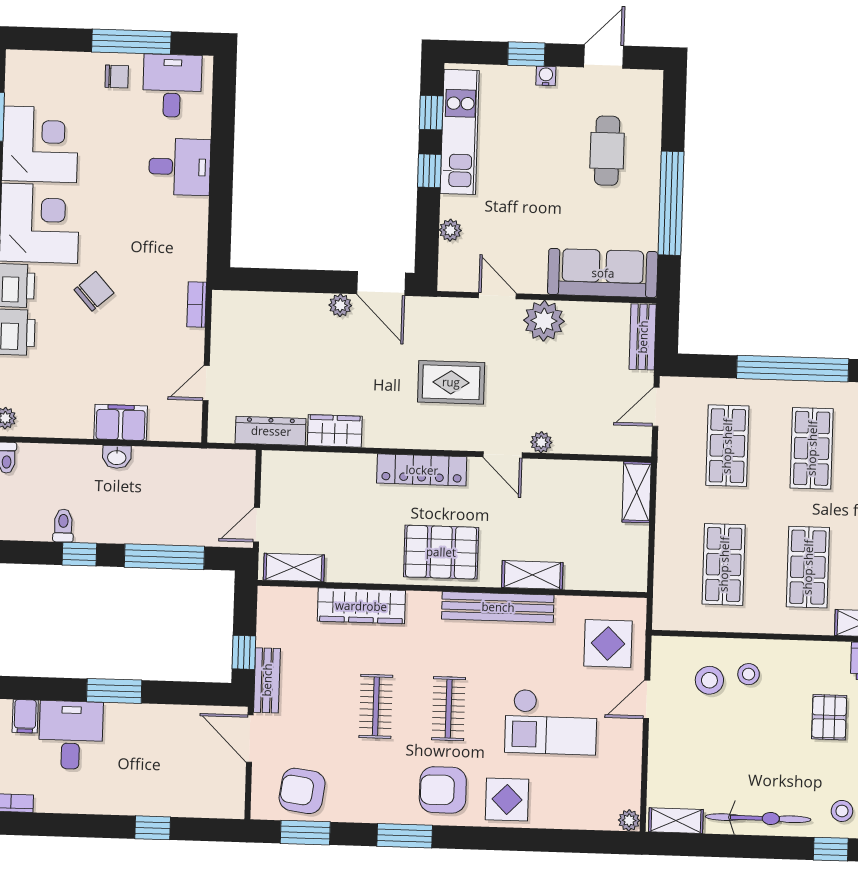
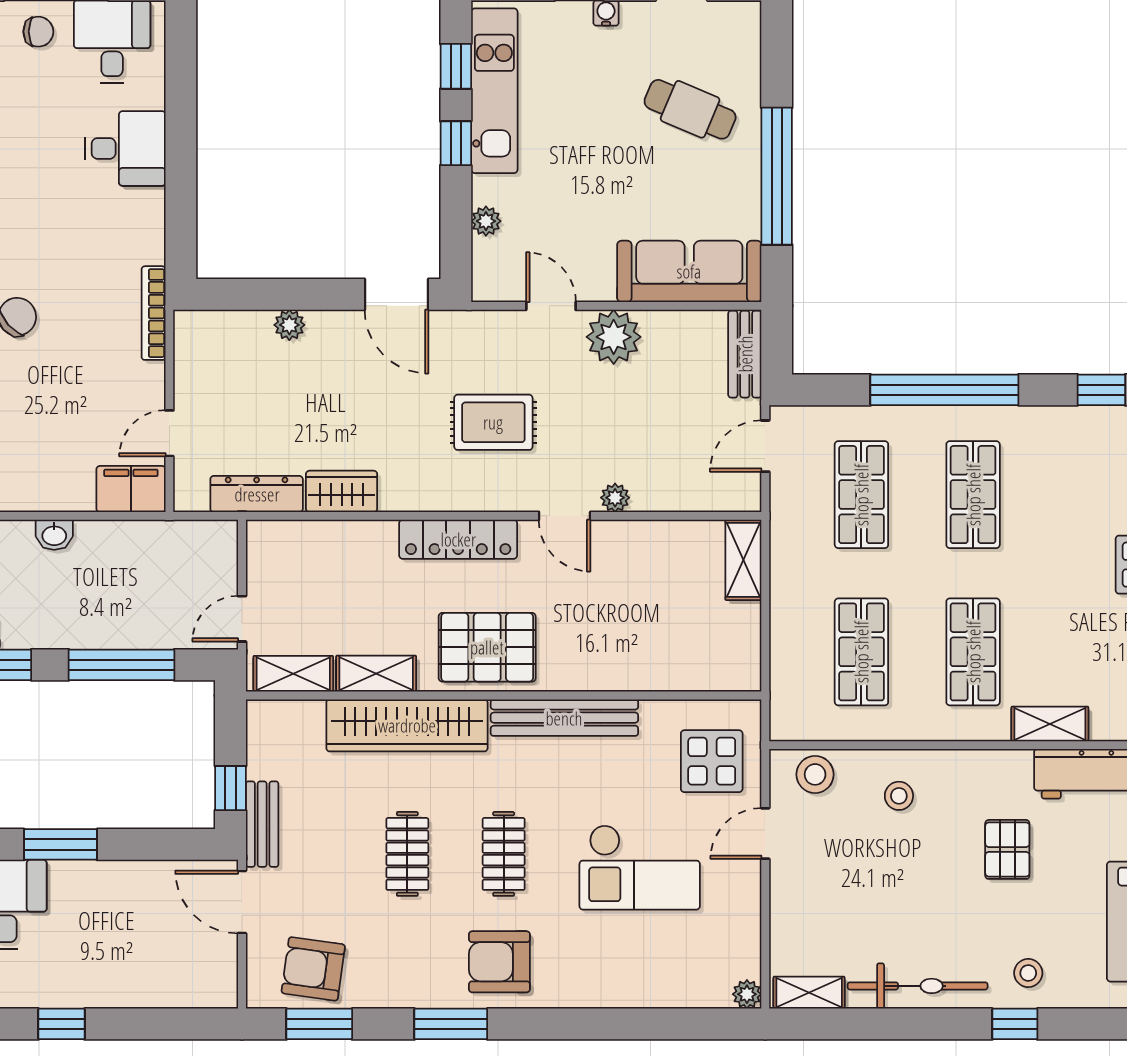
cafe table: (607, 151) -> (690, 109), turned -67
bookcase: (197, 305) -> (154, 313), width x1.56
plant: (340, 305) -> (289, 325), moved
filing cabinet: (121, 422) -> (131, 489), moved
shelving: (532, 575) -> (376, 674), moved
wardrobe: (361, 606) -> (407, 725), width x1.40, depth x1.17
stool: (709, 680) -> (815, 774), moved
display table: (507, 799) -> (585, 972), removed
window: (153, 828) -> (61, 1024), moved

